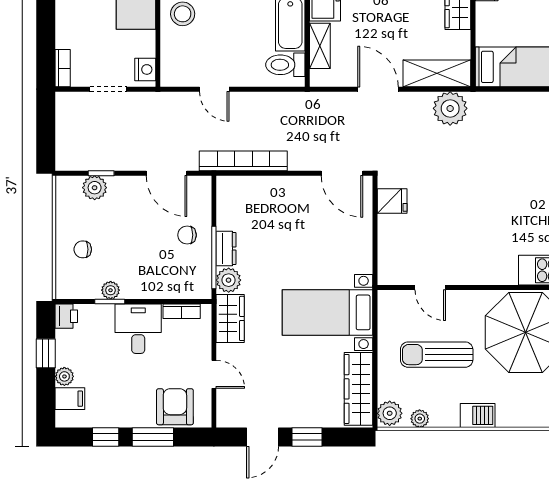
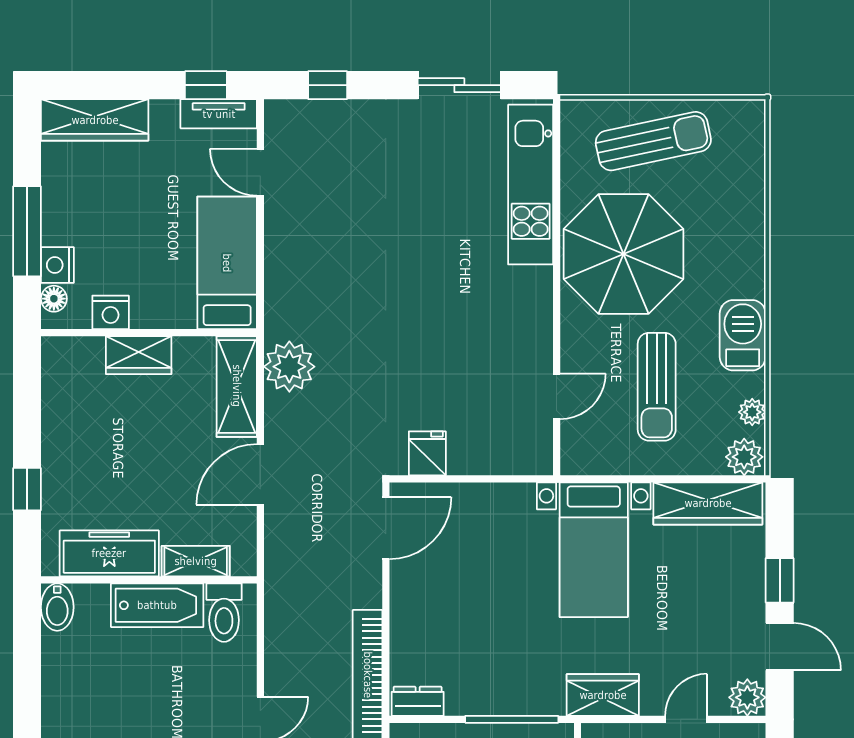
dresser: (226, 249) -> (418, 701), moved
plant: (229, 280) -> (747, 697), moved
barbecue: (478, 415) -> (743, 335), width x1.38, depth x1.27

